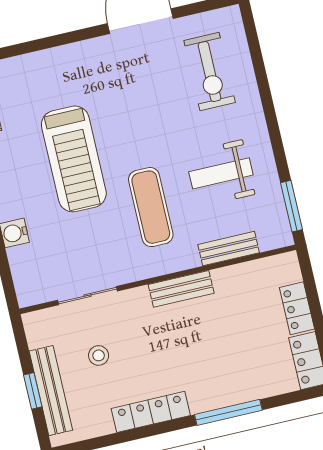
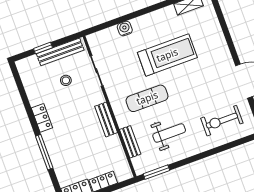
treadmill: (74, 159) -> (167, 55), turned 180
weight bench: (221, 173) -> (169, 133), turned 90
bench: (51, 391) -> (60, 52), moved
locker: (151, 412) -> (42, 118), width x0.66

